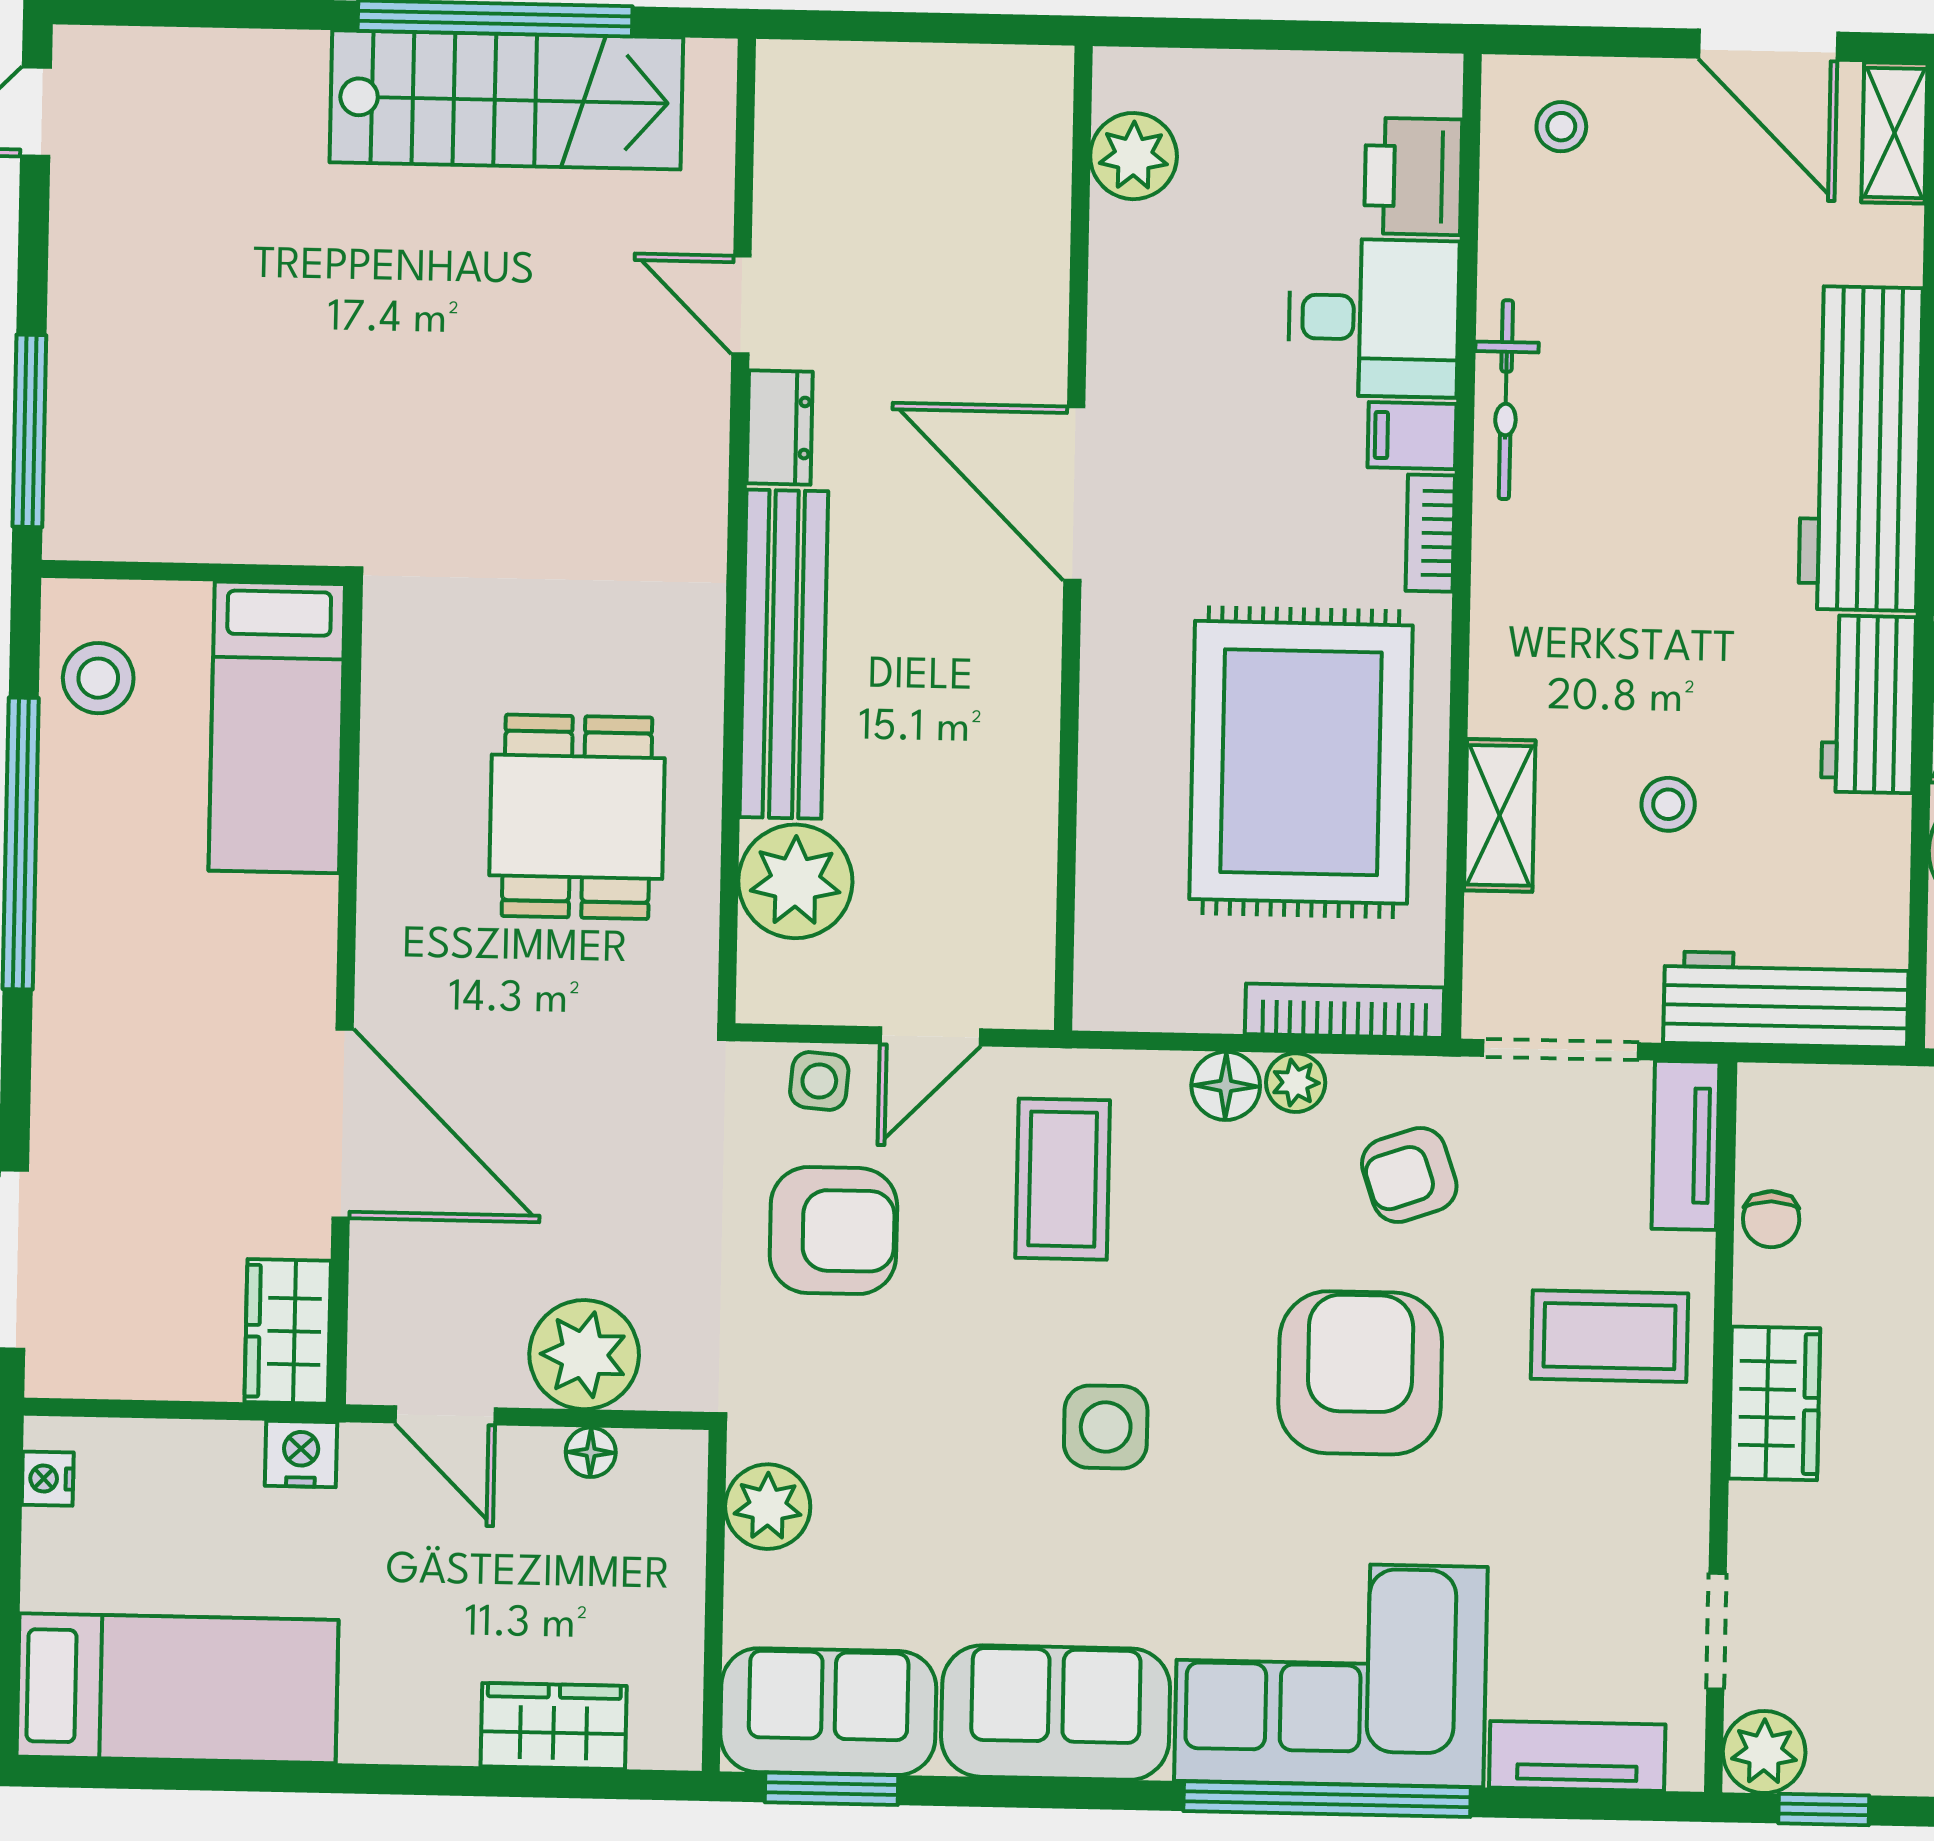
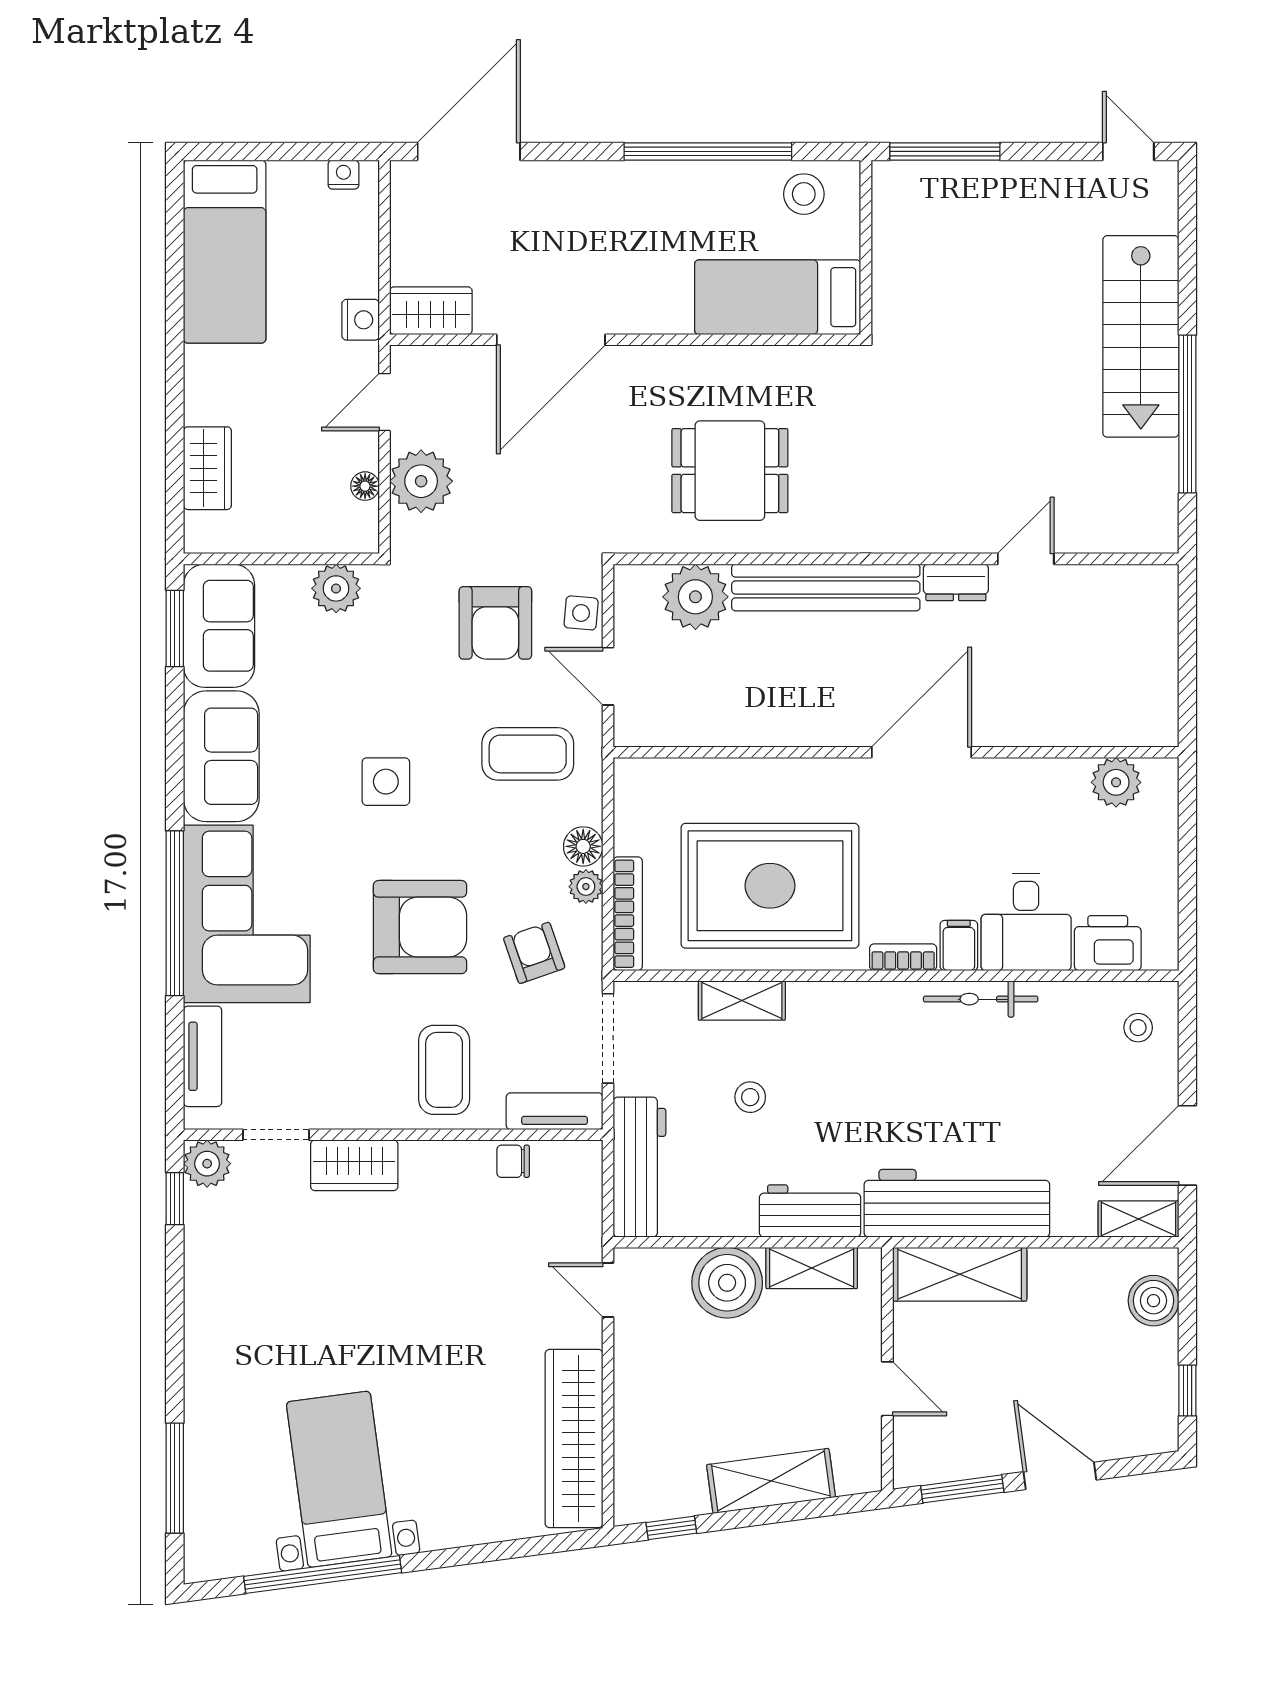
stairs: (506, 100) -> (1141, 336), moved
wardrobe: (1774, 1403) -> (354, 1165), moved

